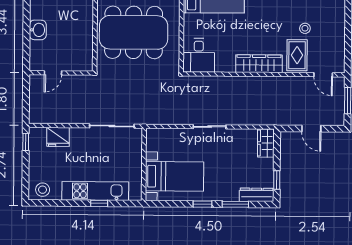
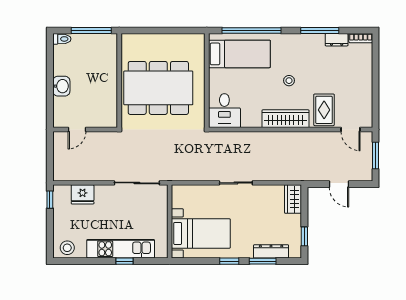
stool: (305, 28) -> (289, 81), moved
dresser: (257, 195) -> (271, 251), moved

